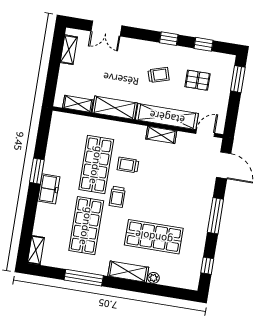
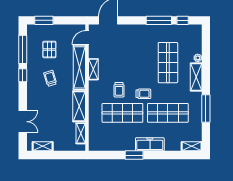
window: (204, 44) -> (23, 49), width x2.17
door: (205, 133) -> (87, 38), hinge flipped
freezer: (49, 189) -> (150, 144), width x1.40
window: (215, 216) -> (159, 20), moved

